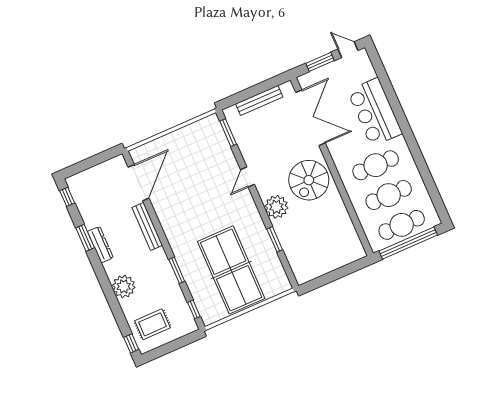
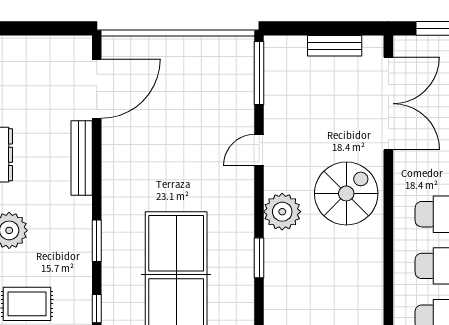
bench: (259, 100) -> (335, 46), width x0.73
window: (228, 133) -> (259, 73), width x1.44
spiral stairs: (309, 180) -> (346, 193), turned 180

